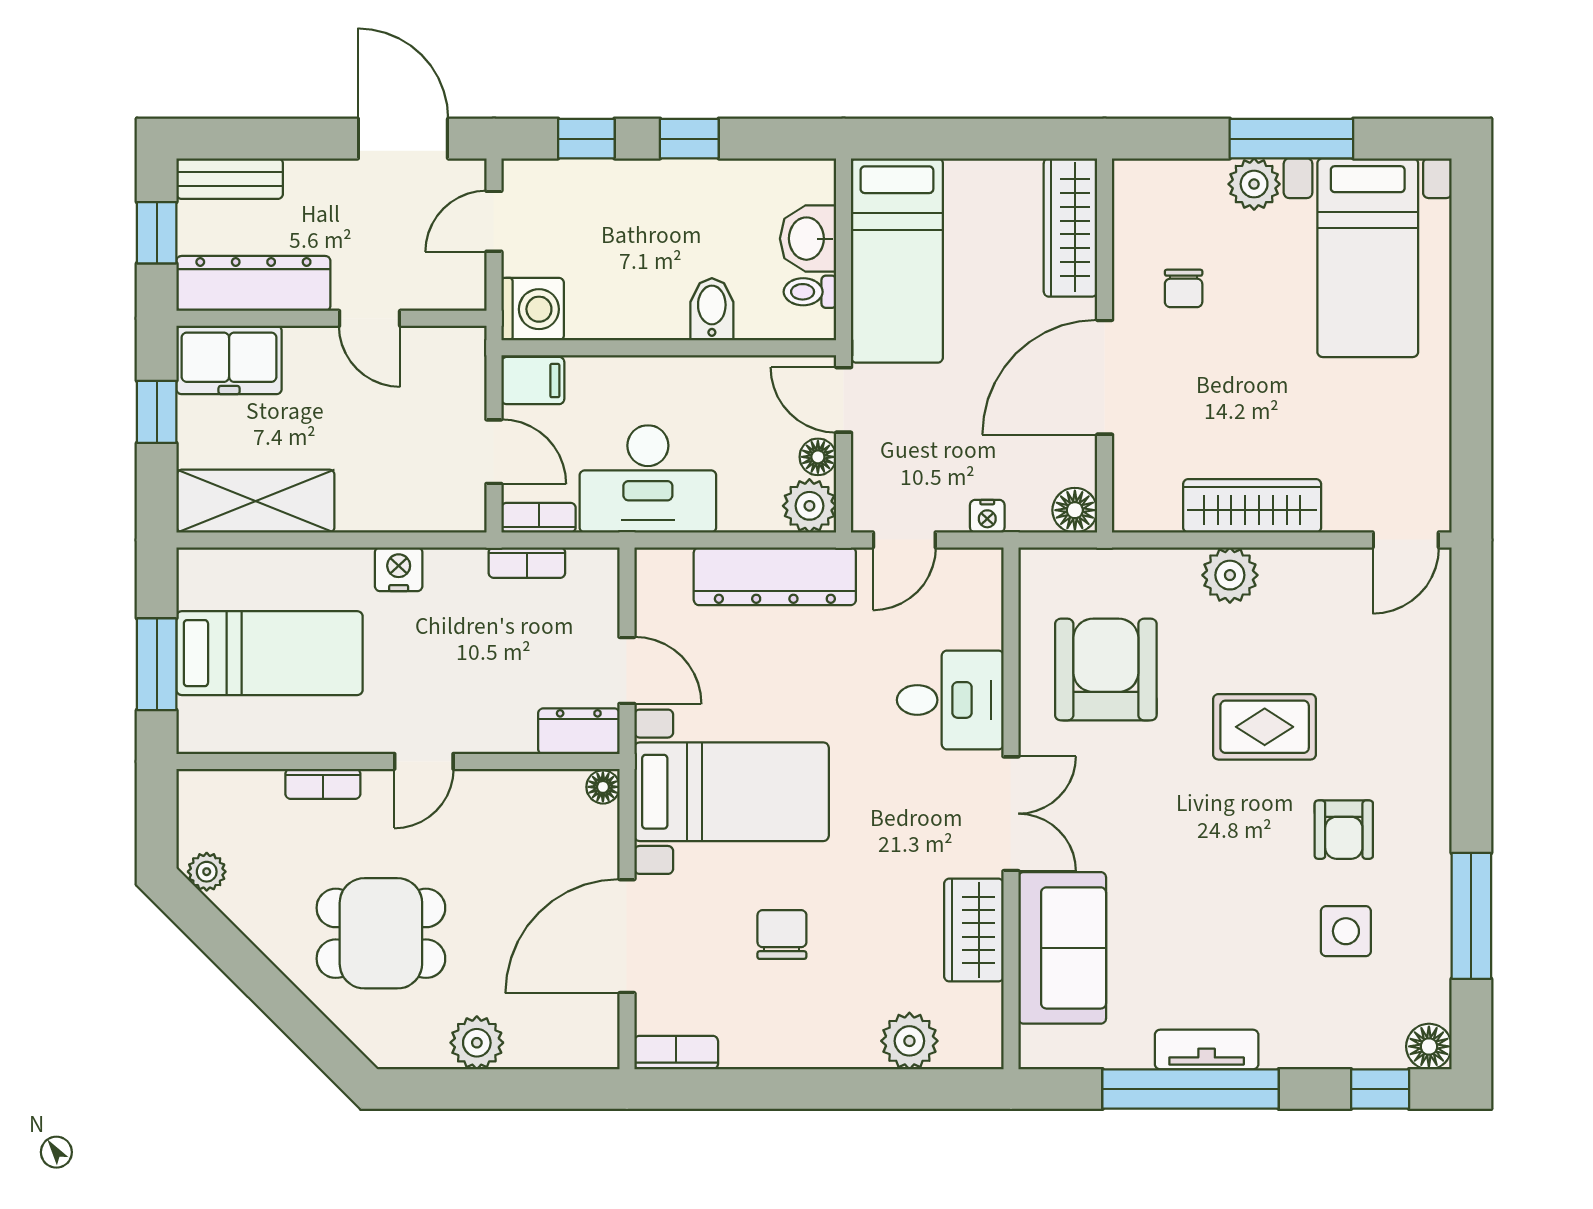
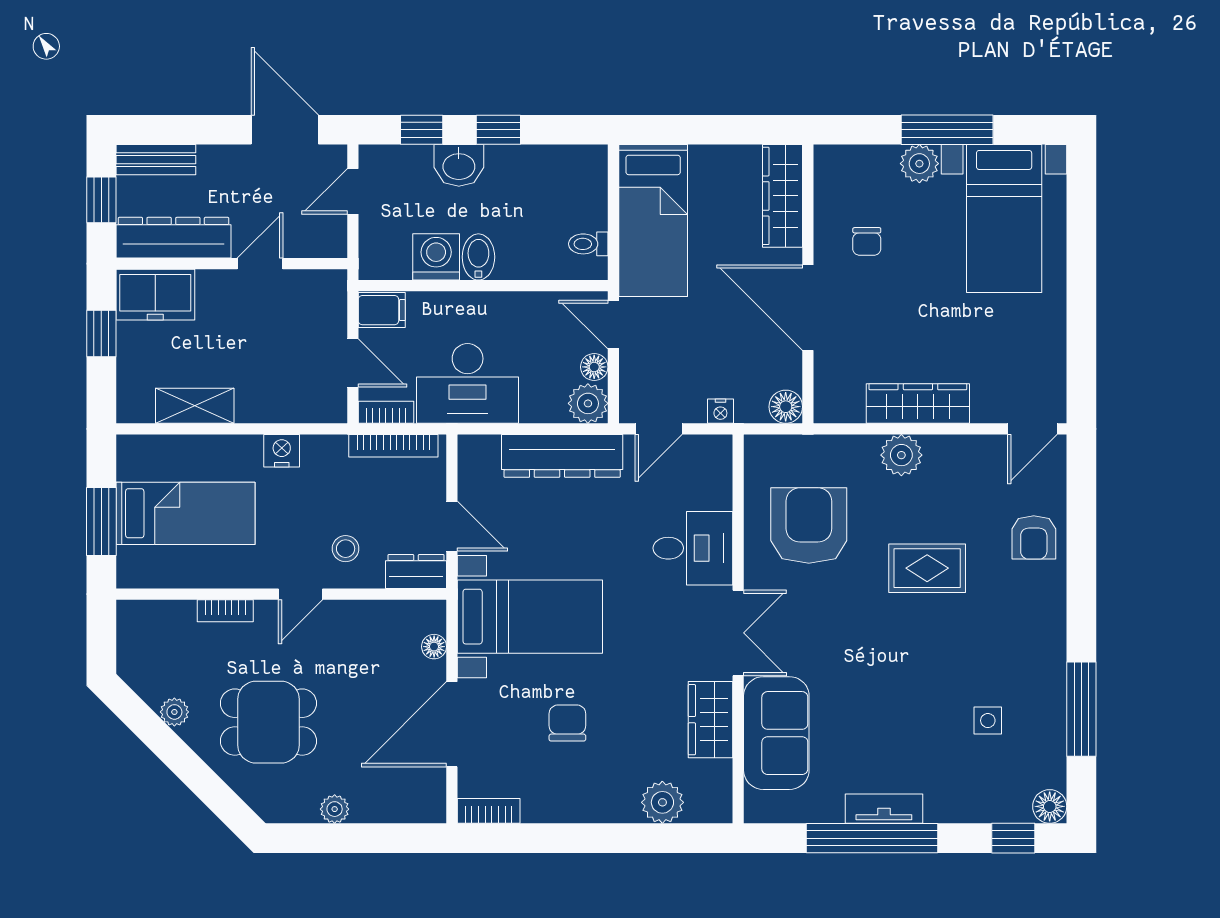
washbasin: (808, 239) -> (459, 165), moved, turned -90
washing machine: (533, 309) -> (436, 257), moved, turned -90
bidet: (712, 309) -> (478, 257), moved
door: (370, 318) -> (260, 264), swing flipped
door: (1105, 377) -> (808, 308), hinge flipped
shelving: (256, 501) -> (195, 406), width x0.67, depth x0.75
bookcase: (527, 563) -> (393, 446), width x1.56
stool: (484, 701) -> (346, 549), added
floor lamp: (603, 787) -> (434, 647), moved
armchair: (1344, 830) -> (1034, 537), moved
plant: (207, 872) -> (174, 712), moved
side table: (1346, 931) -> (988, 721), width x0.73, depth x0.73
plant: (477, 1043) -> (335, 809), width x0.73, depth x0.73

